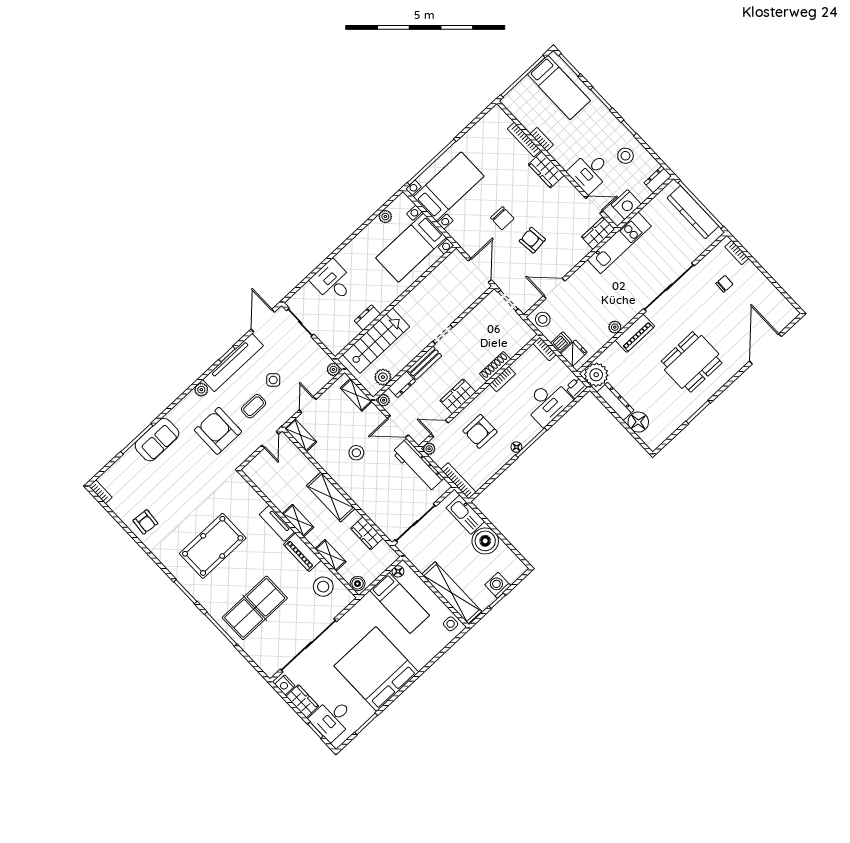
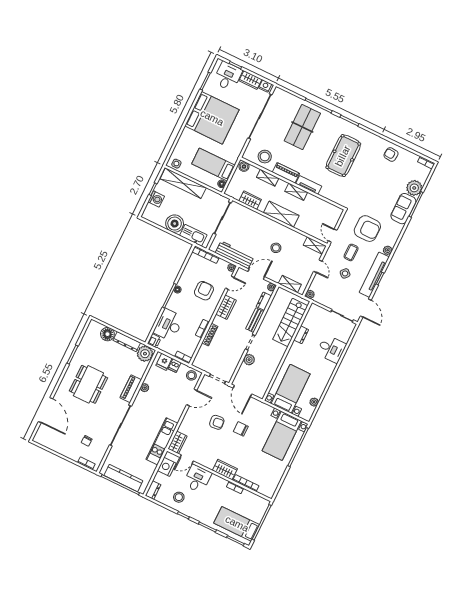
plant: (383, 377) -> (249, 360), moved
plant: (131, 463) -> (414, 188), added

